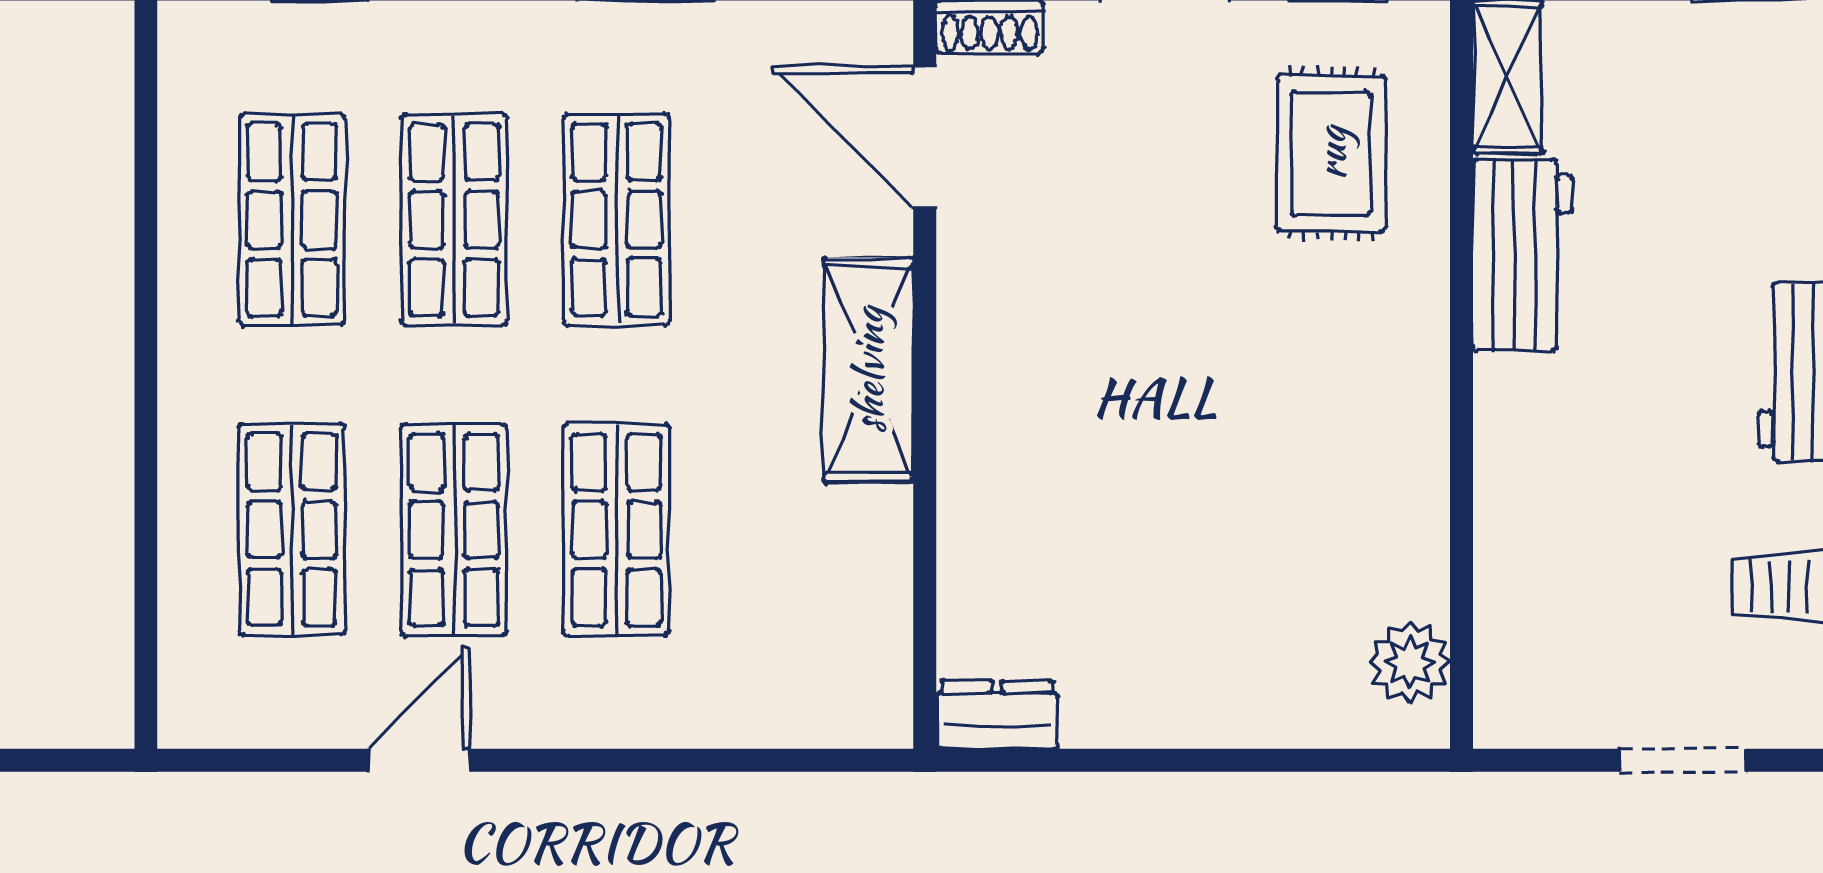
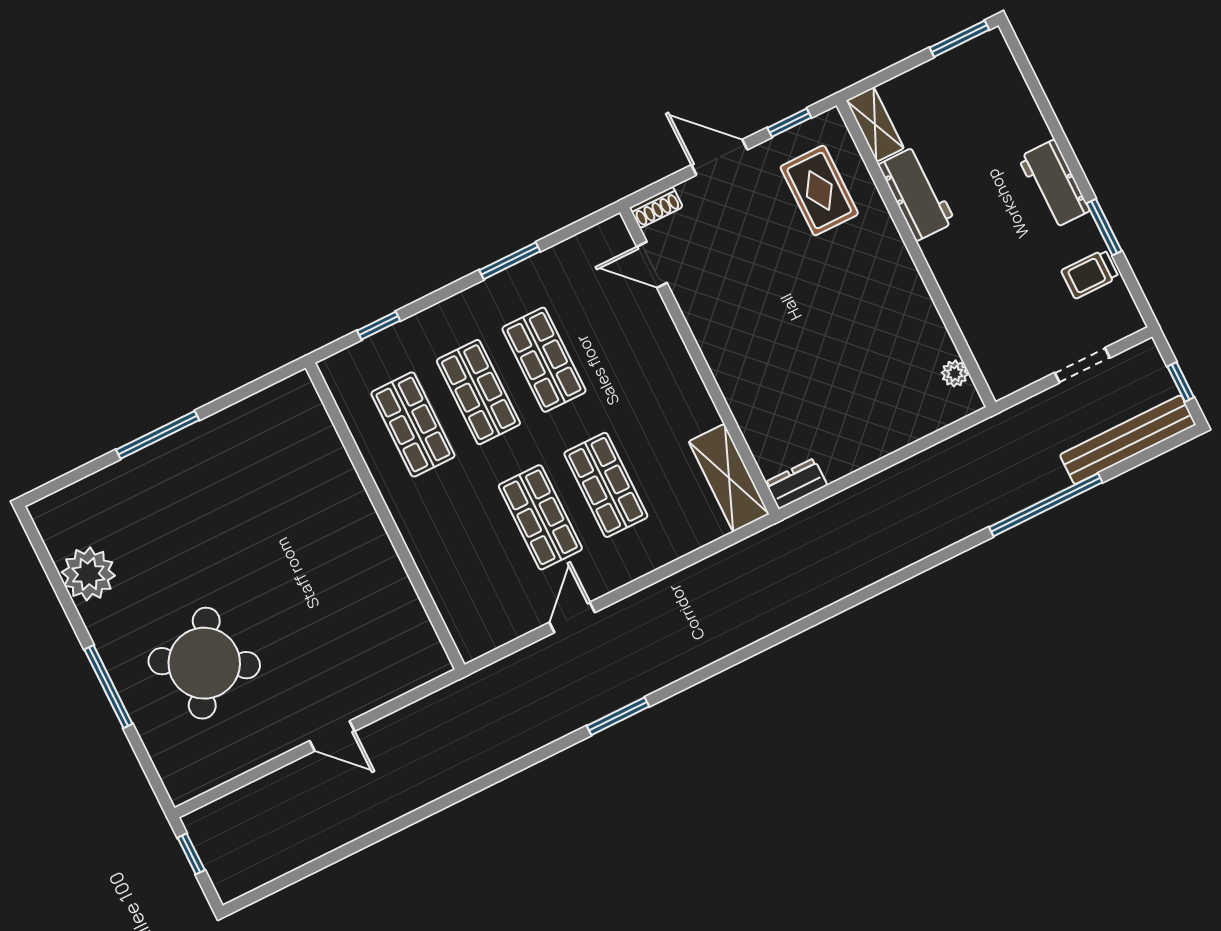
door: (925, 137) -> (652, 265), width x0.73
shelving: (868, 370) -> (729, 478), moved
shop shelf: (292, 530) -> (475, 550), removed
plant: (1410, 662) -> (955, 373), width x0.73, depth x0.73

